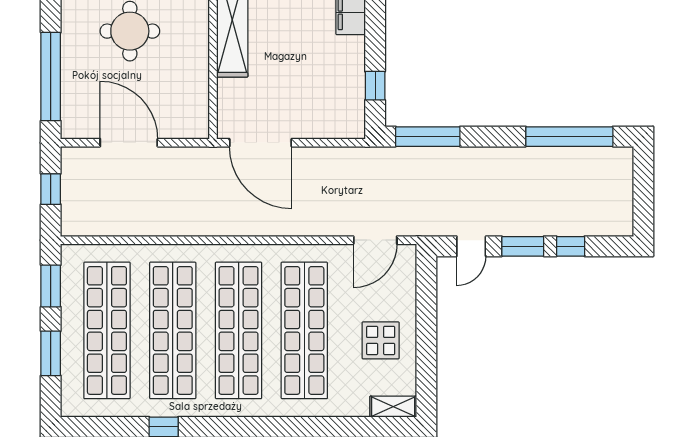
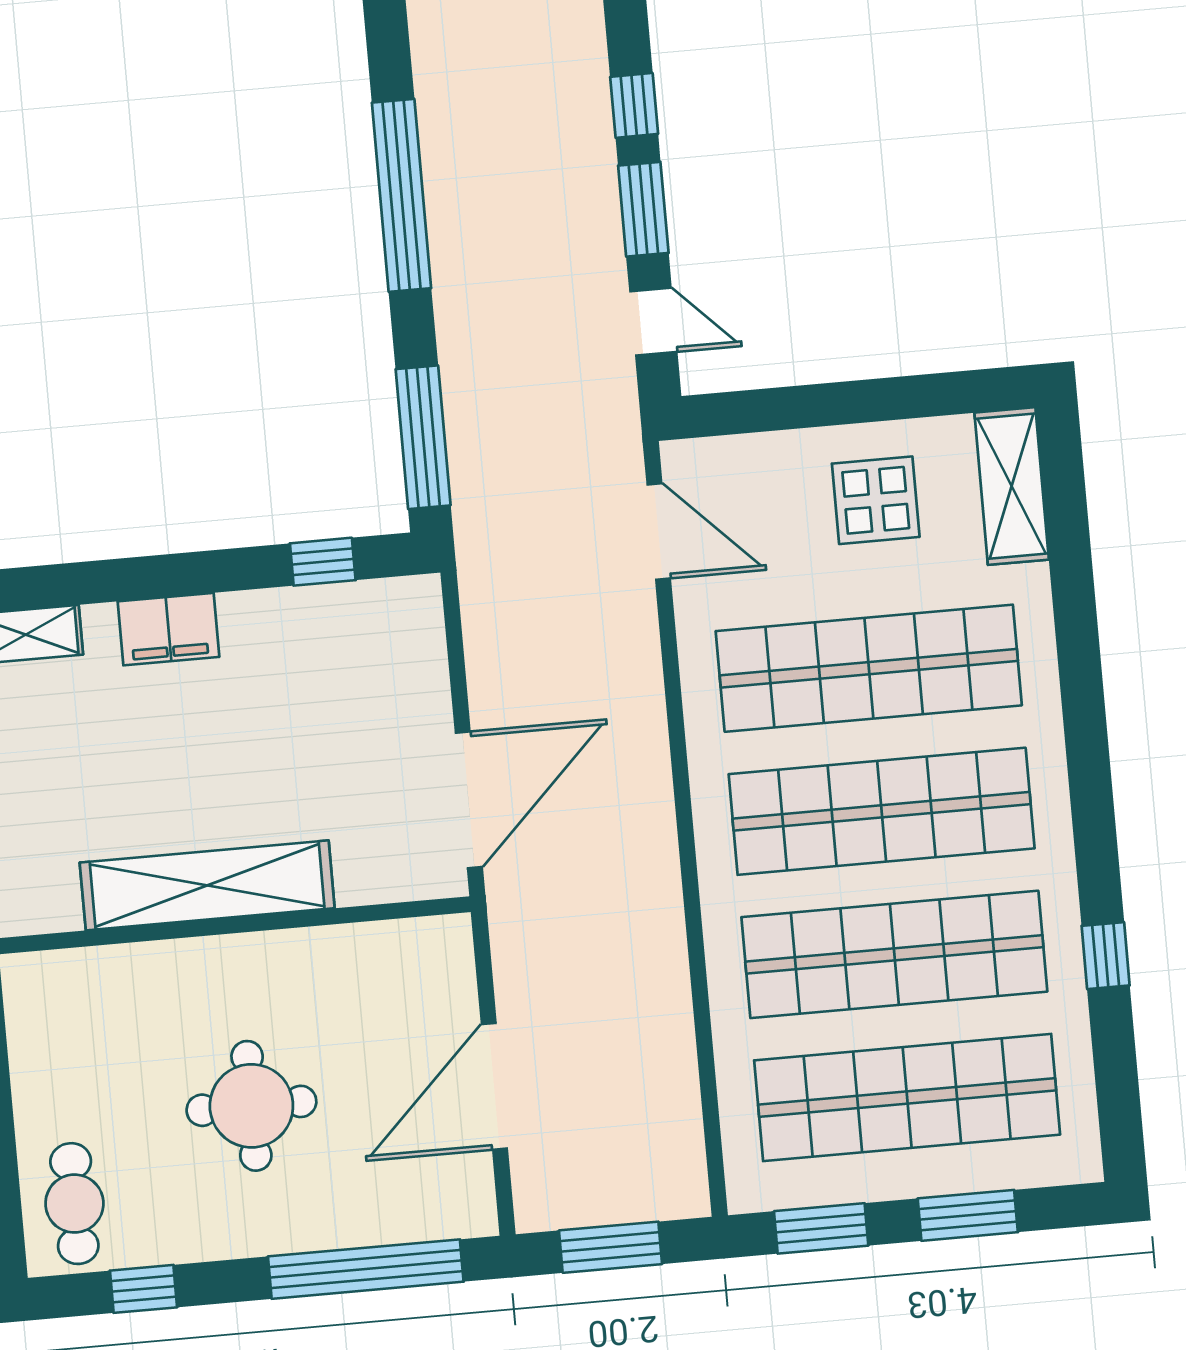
window: (569, 137) -> (401, 195), moved
window: (51, 189) -> (611, 1247), width x1.50
shelving: (393, 407) -> (1012, 486), width x1.50, depth x1.33

